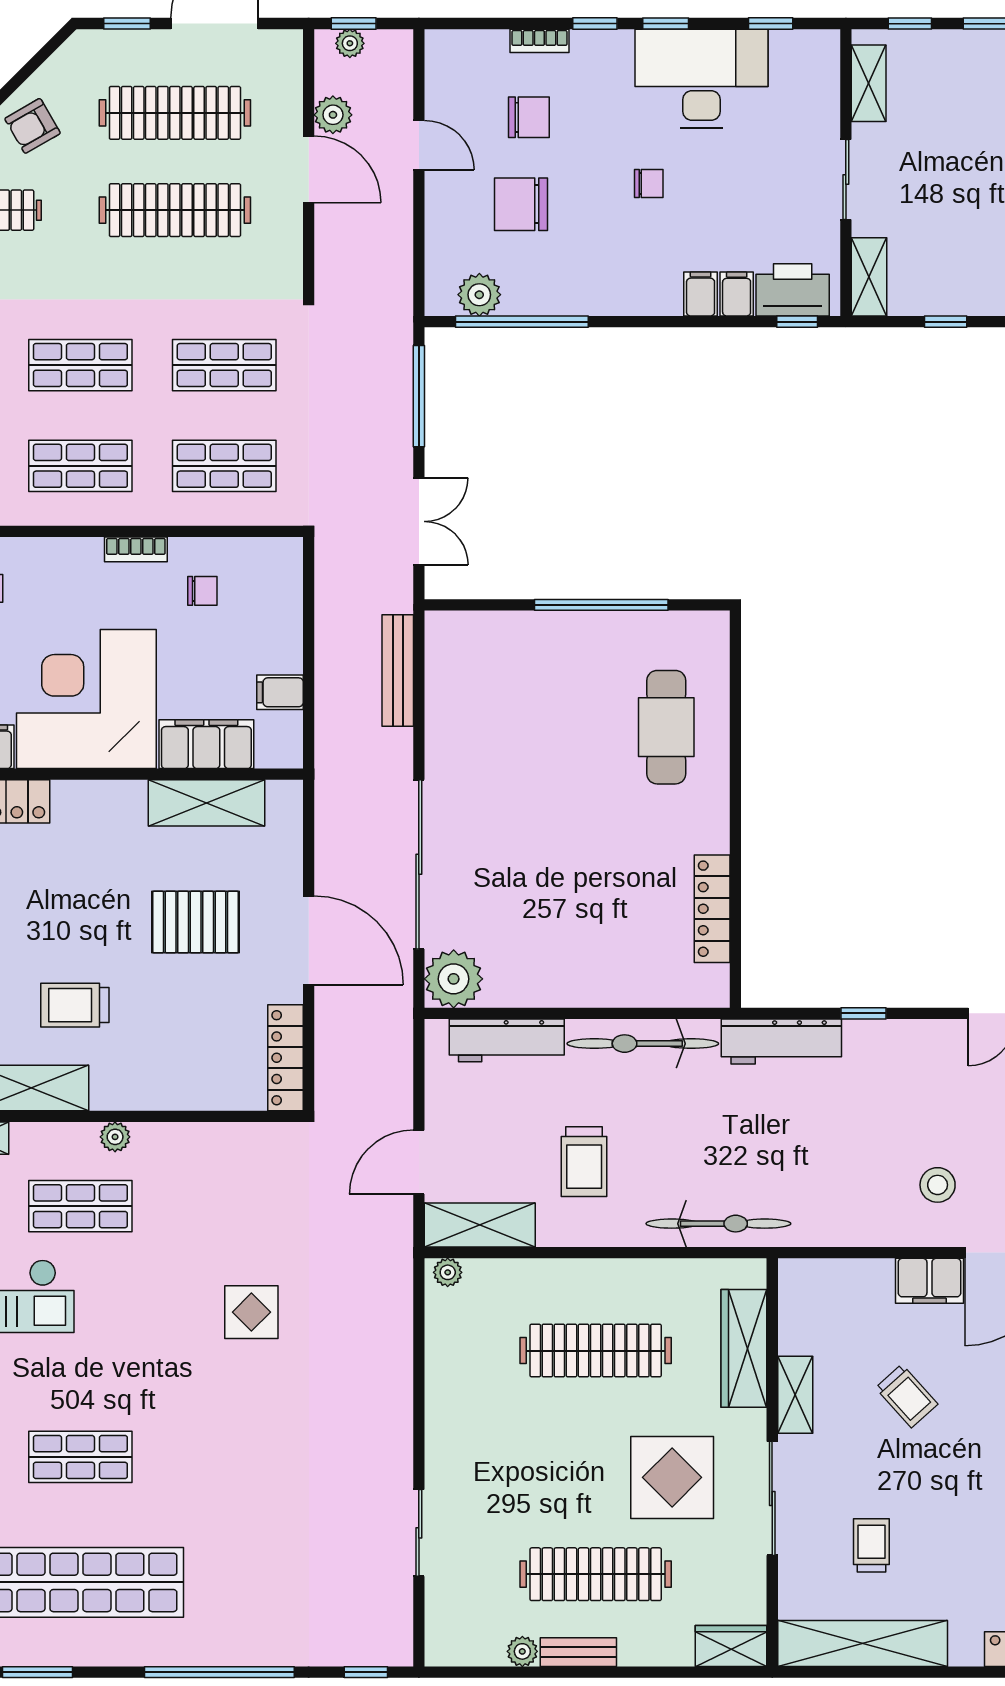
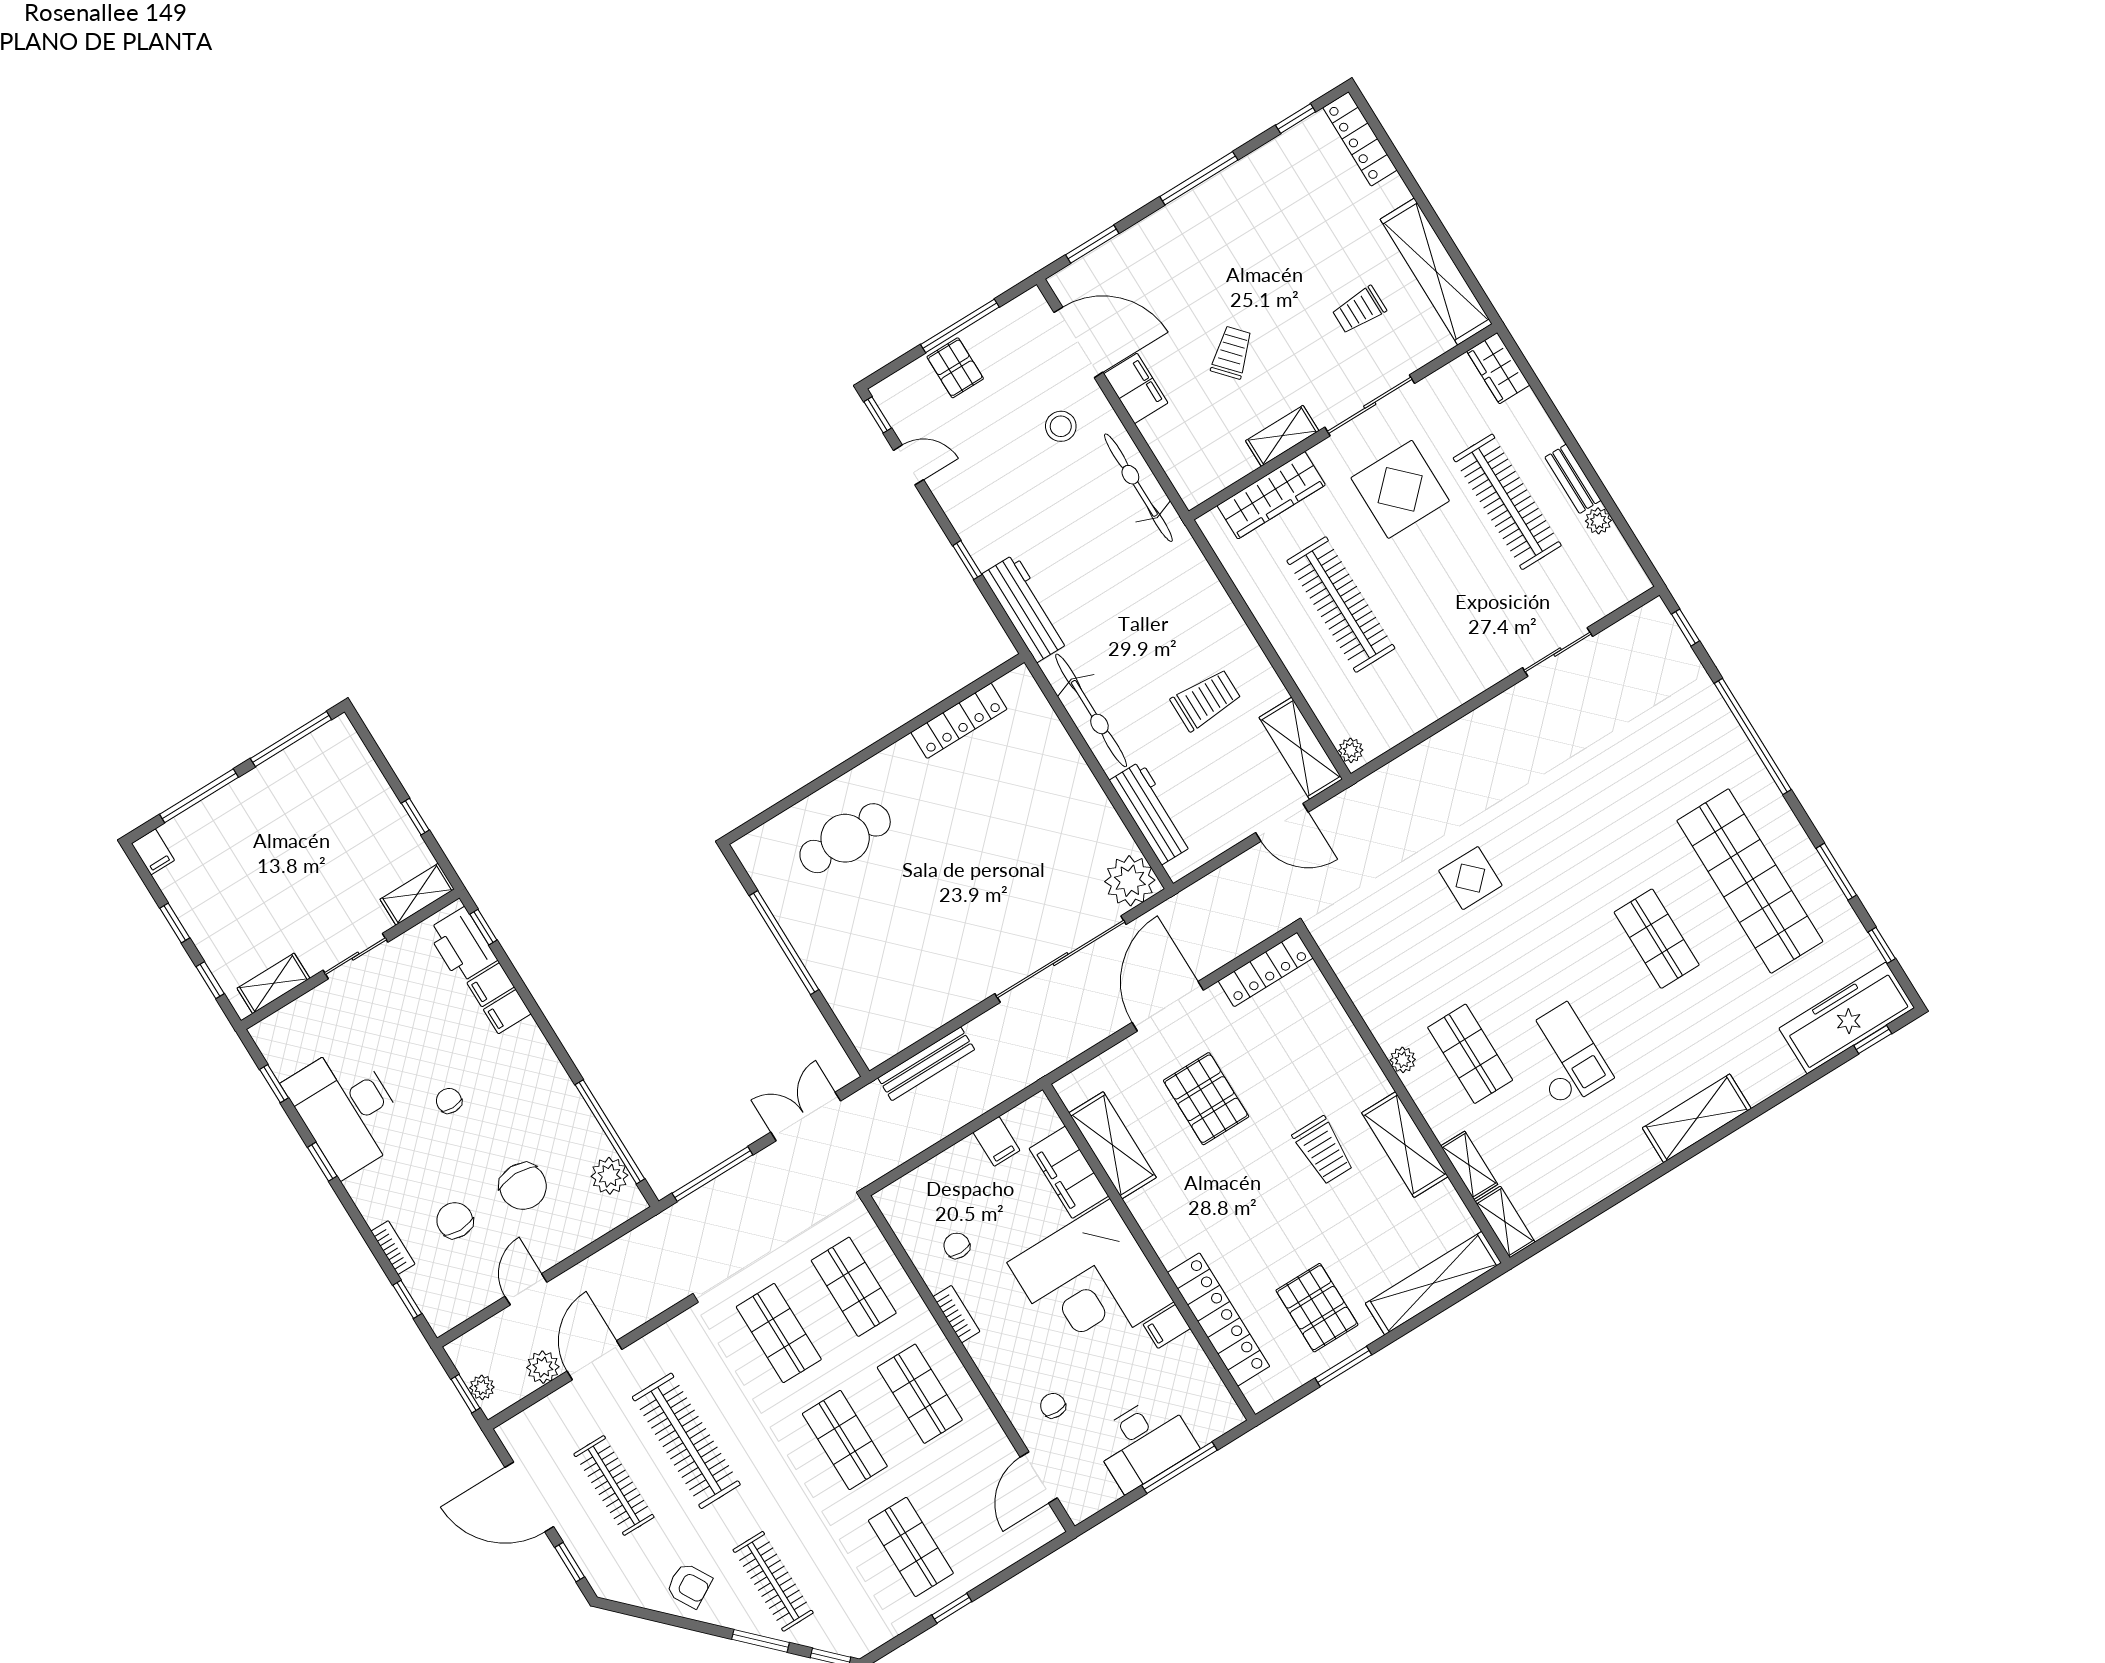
window: (595, 24) -> (407, 1299), moved
clothes rail: (175, 113) -> (614, 1486), width x0.73, depth x0.76
bicycle: (718, 1224) -> (1138, 488), moved

